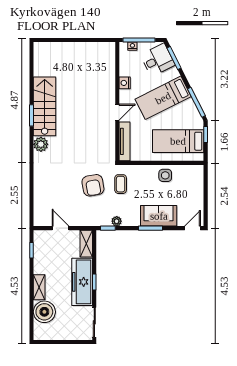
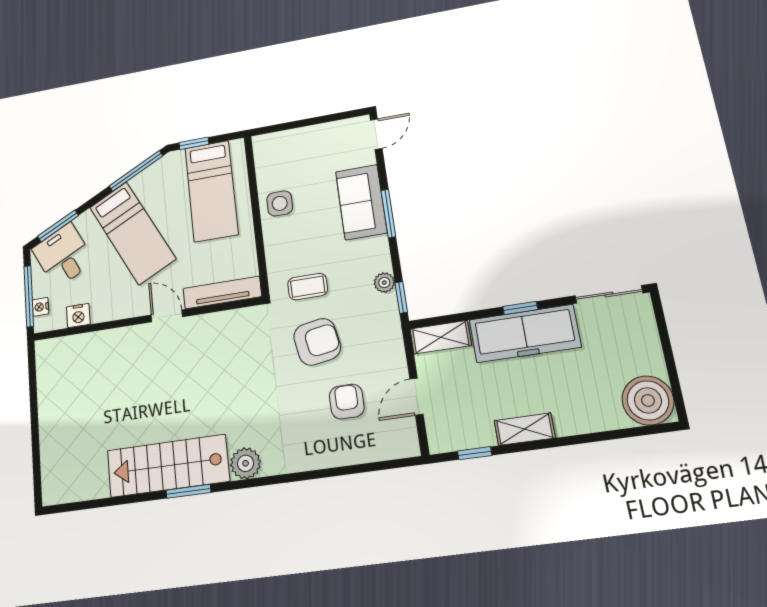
nightstand: (125, 83) -> (78, 316), moved
armchair: (63, 196) -> (347, 402), added
door: (192, 228) -> (376, 134), swing flipped
shelving: (39, 287) -> (525, 429), moved
boiler: (44, 312) -> (648, 400), moved

